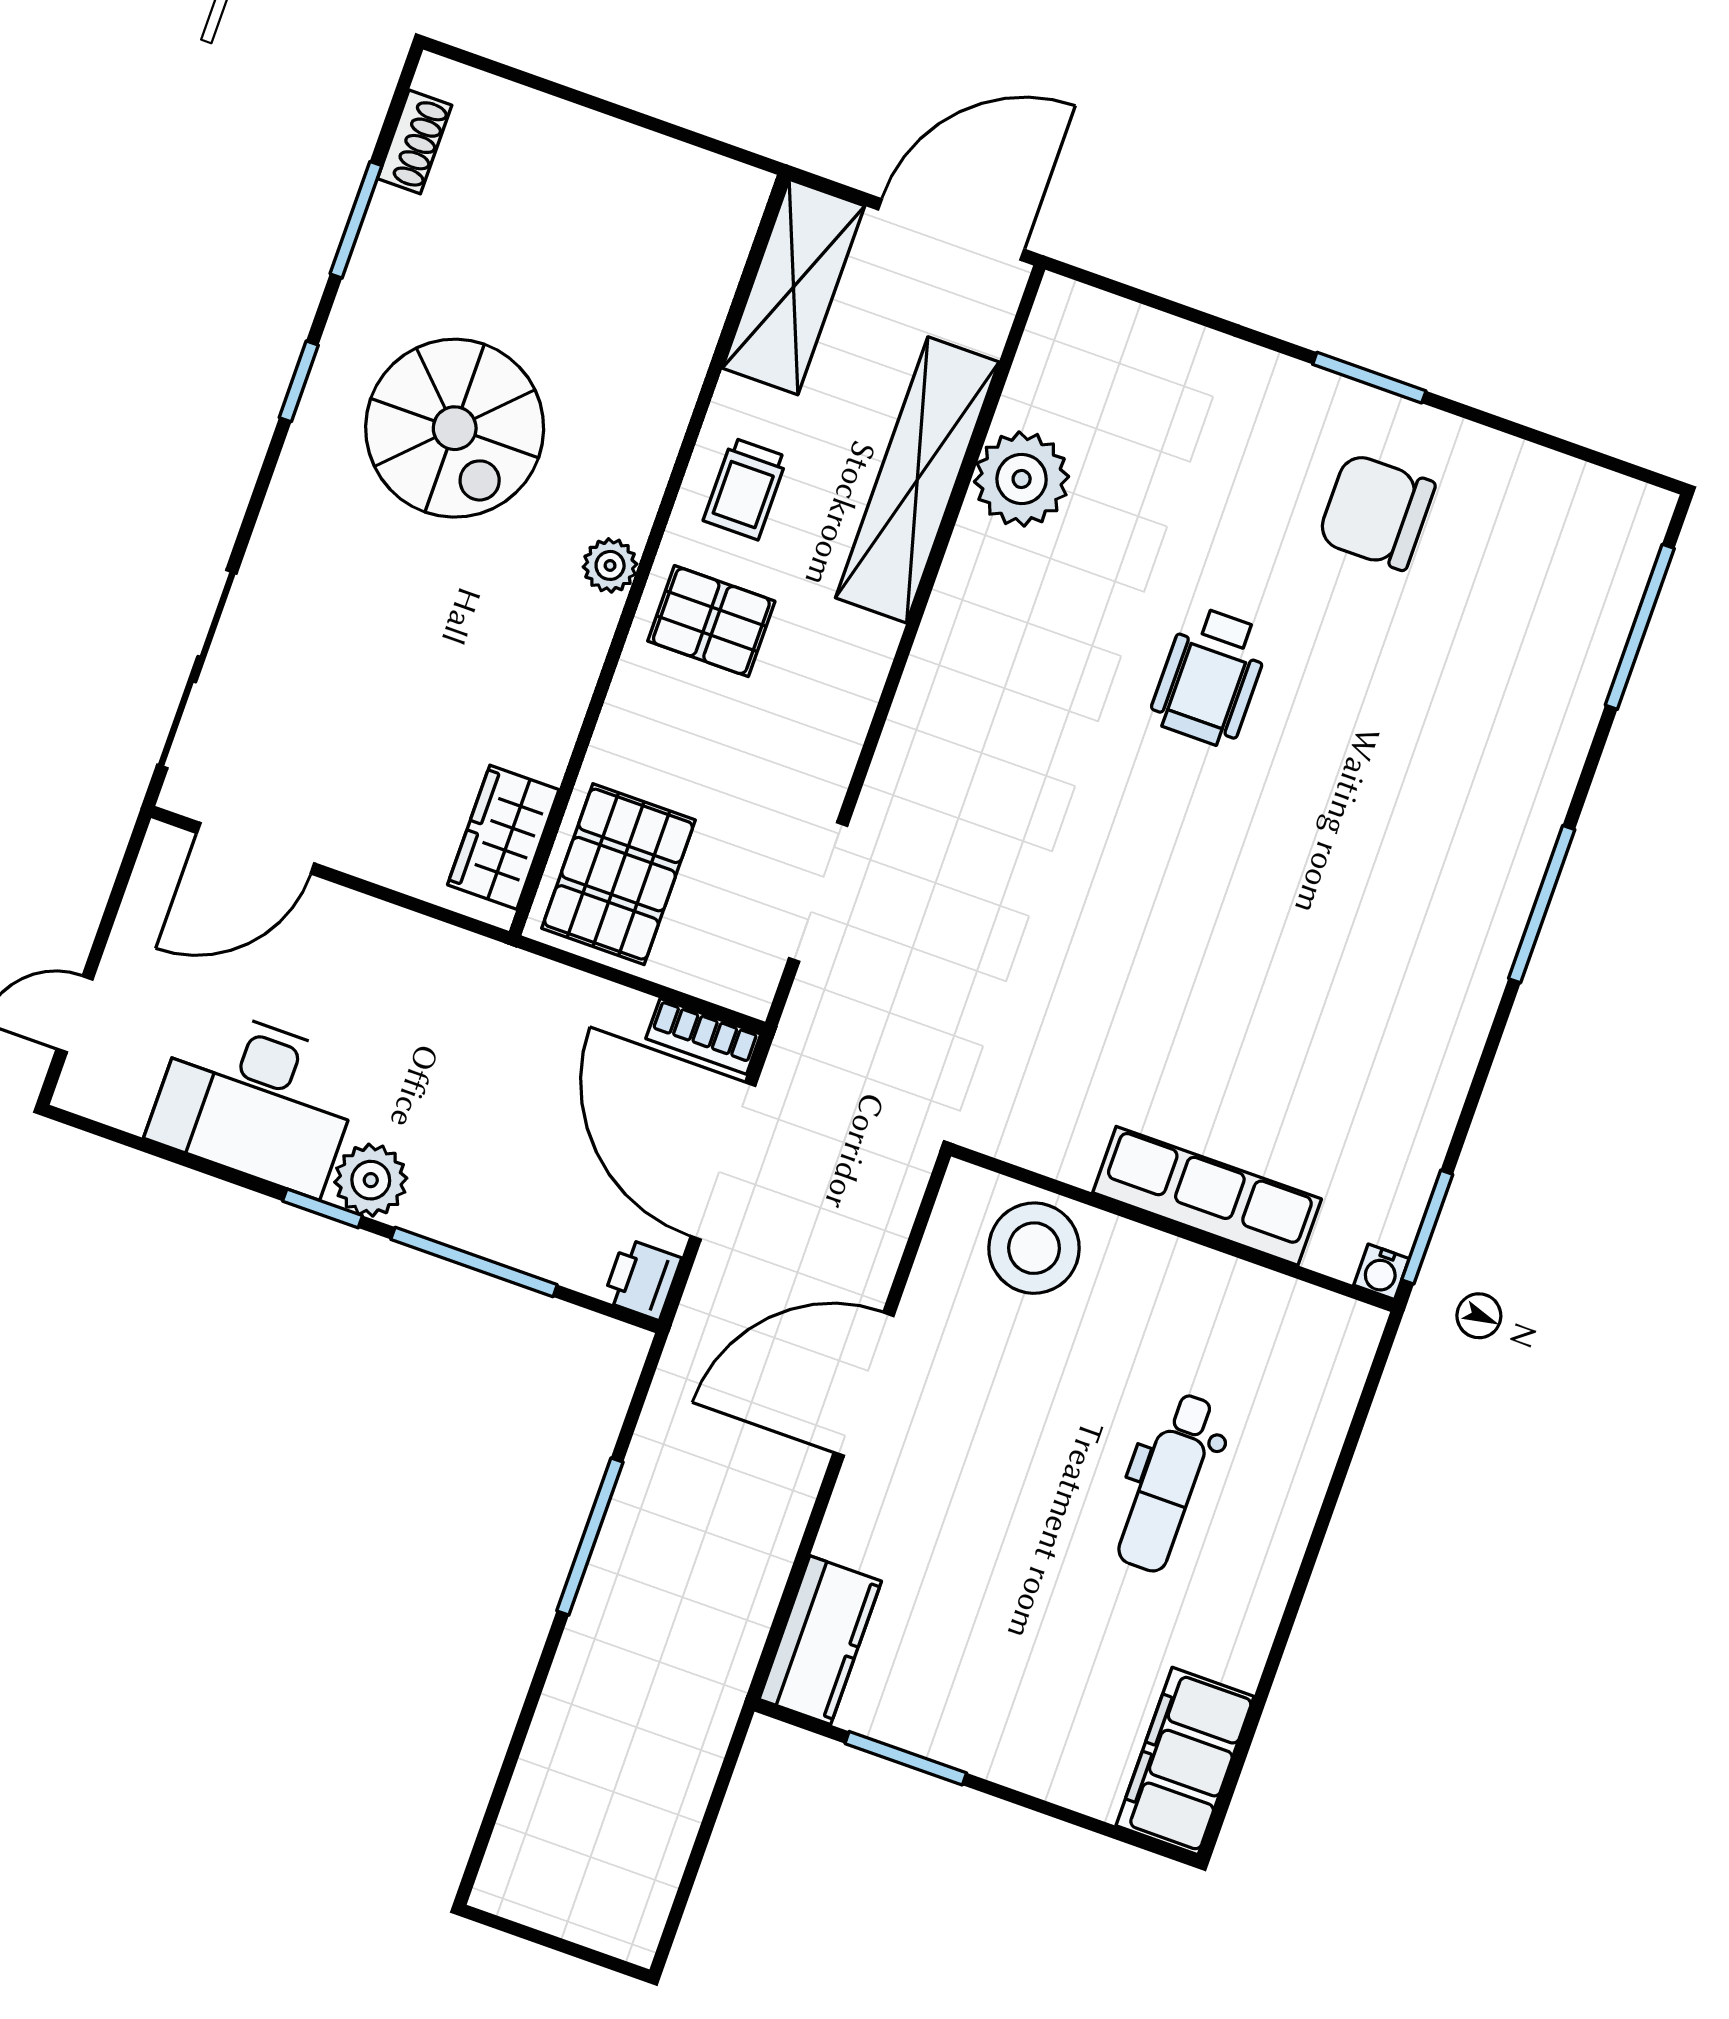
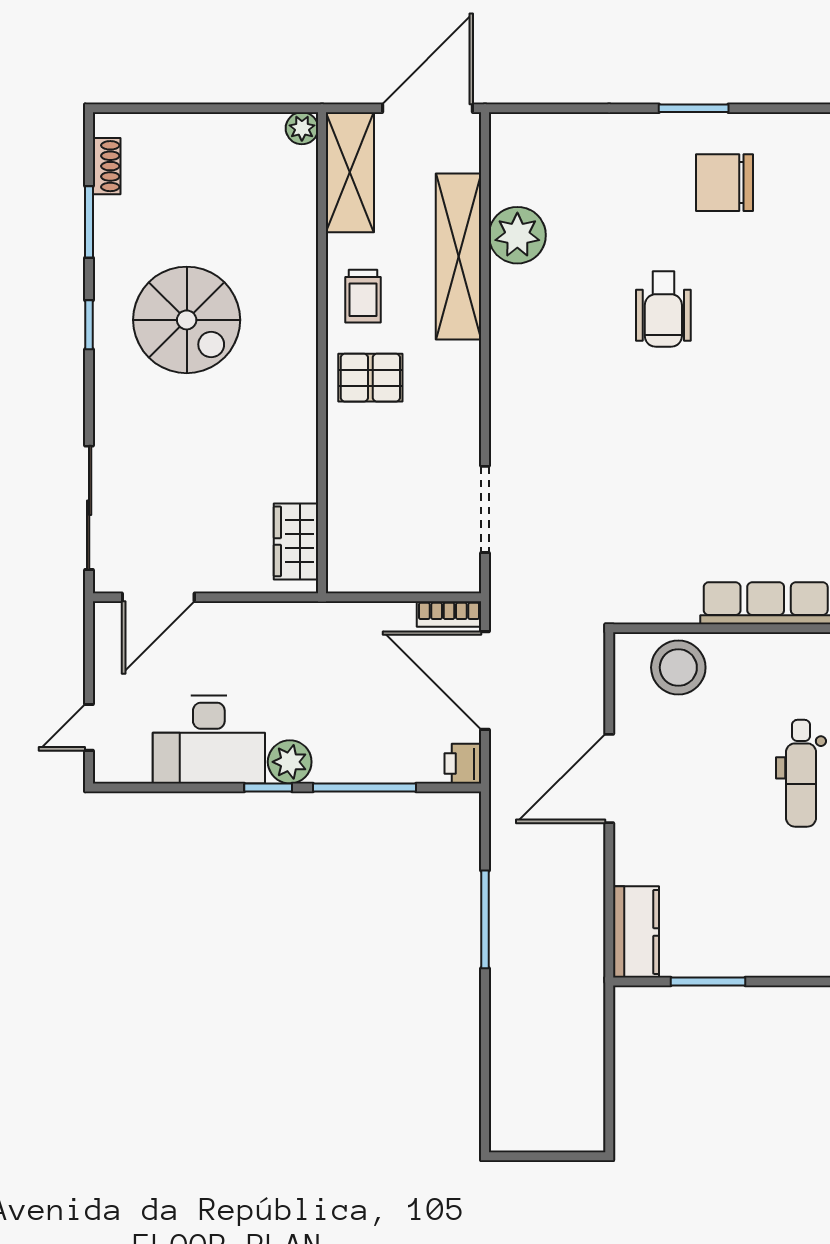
plant: (610, 565) -> (302, 128), moved
pallet: (619, 874) -> (369, 539), removed

